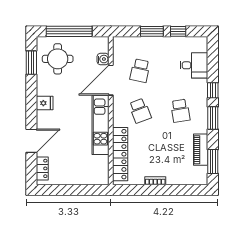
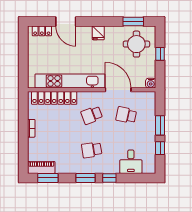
window: (69, 31) -> (160, 54), width x0.32
water cooler: (103, 59) -> (151, 83), moved
kitchen unit: (100, 125) -> (70, 81), width x1.36
piano: (201, 150) -> (41, 167), moved

